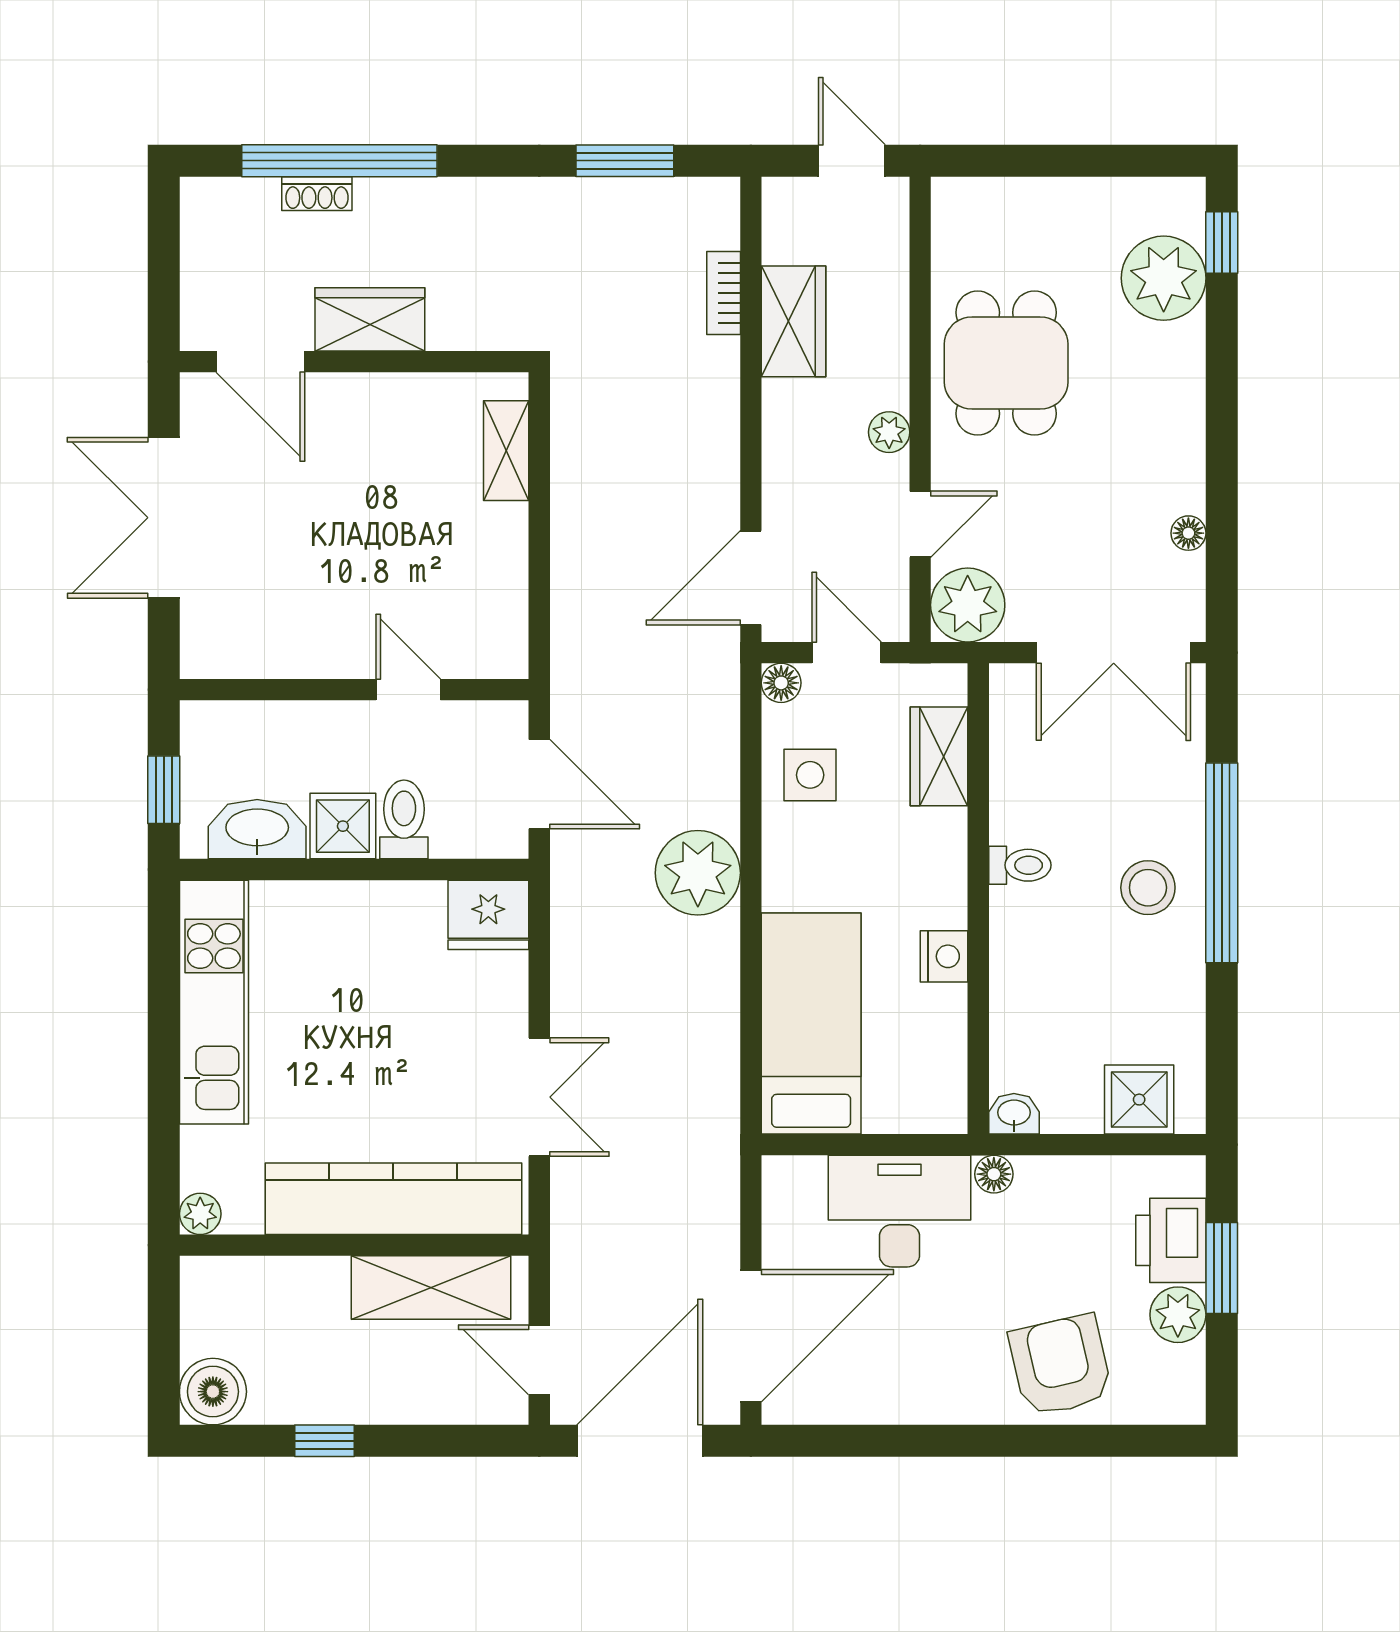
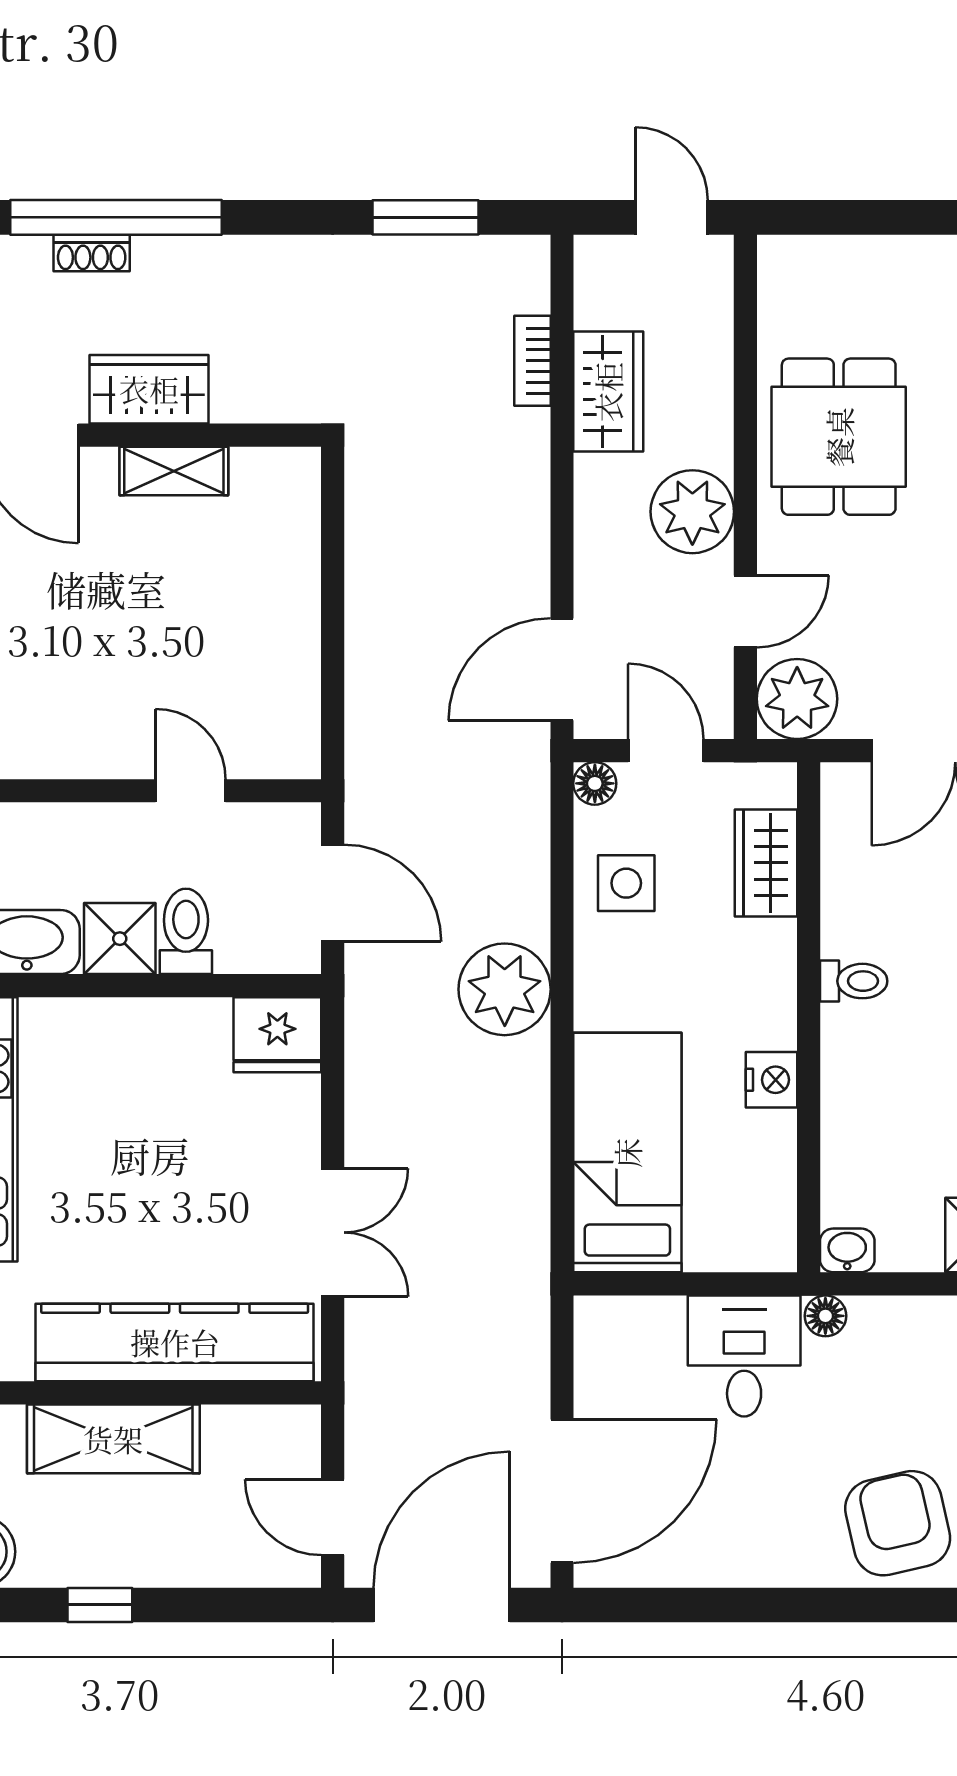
plant: (889, 432) -> (692, 512), width x1.87, depth x1.87
shelving: (506, 451) -> (174, 471), moved, turned 90
desk: (900, 1211) -> (744, 1356), width x0.73
shelving: (431, 1288) -> (113, 1439), moved

